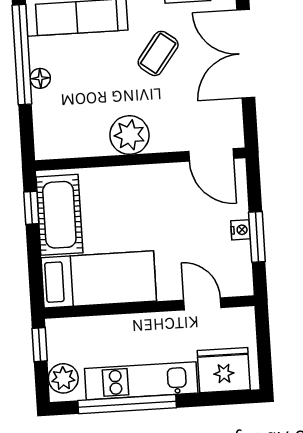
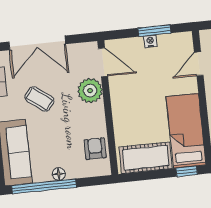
plant: (129, 135) -> (90, 91), moved
armchair: (77, 137) -> (95, 149), added
door: (211, 155) -> (103, 62), hinge flipped
window: (31, 208) -> (187, 171), moved

